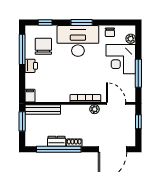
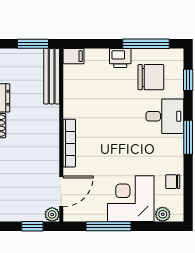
desk: (78, 41) -> (165, 116), width x0.53, depth x0.77
plant: (95, 109) -> (52, 214), moved

